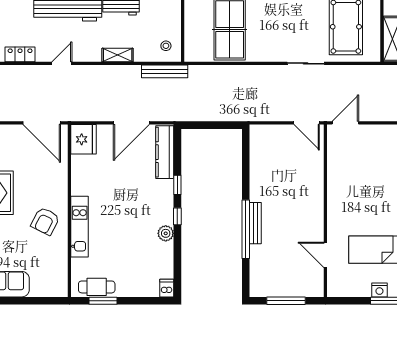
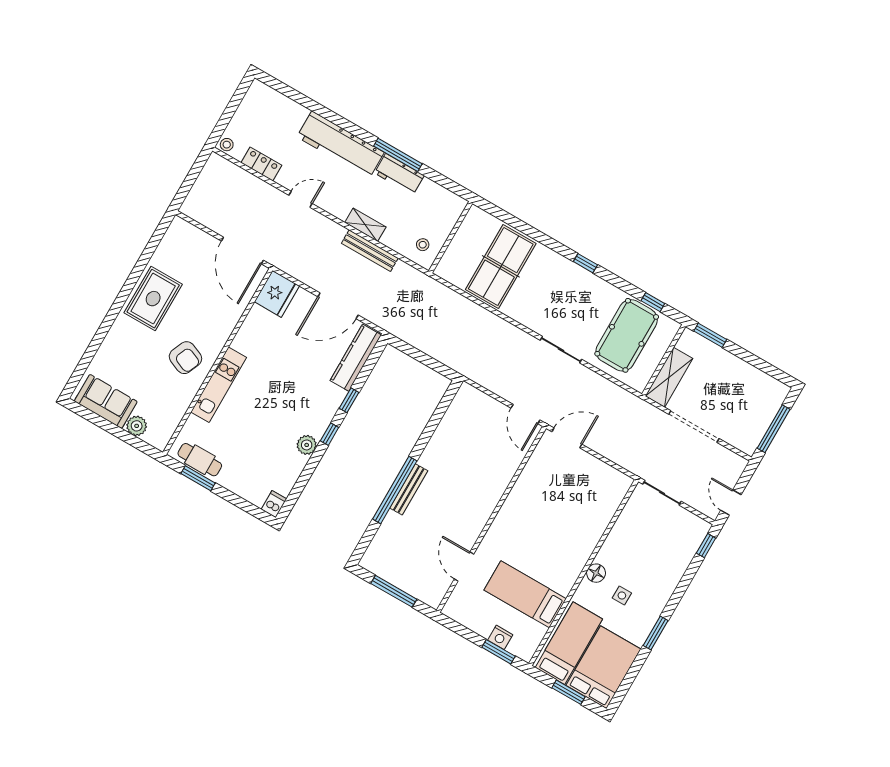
bench: (165, 71) -> (370, 251), moved
armchair: (45, 221) -> (185, 358), turned -94
plant: (39, 289) -> (137, 426), added

